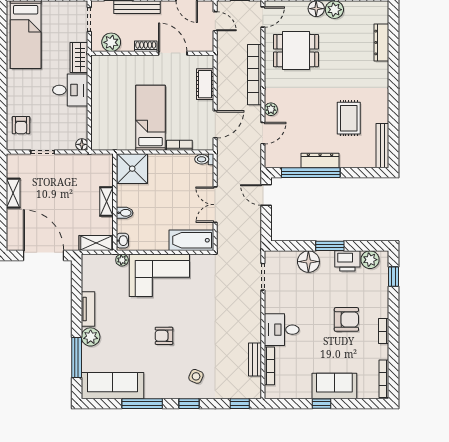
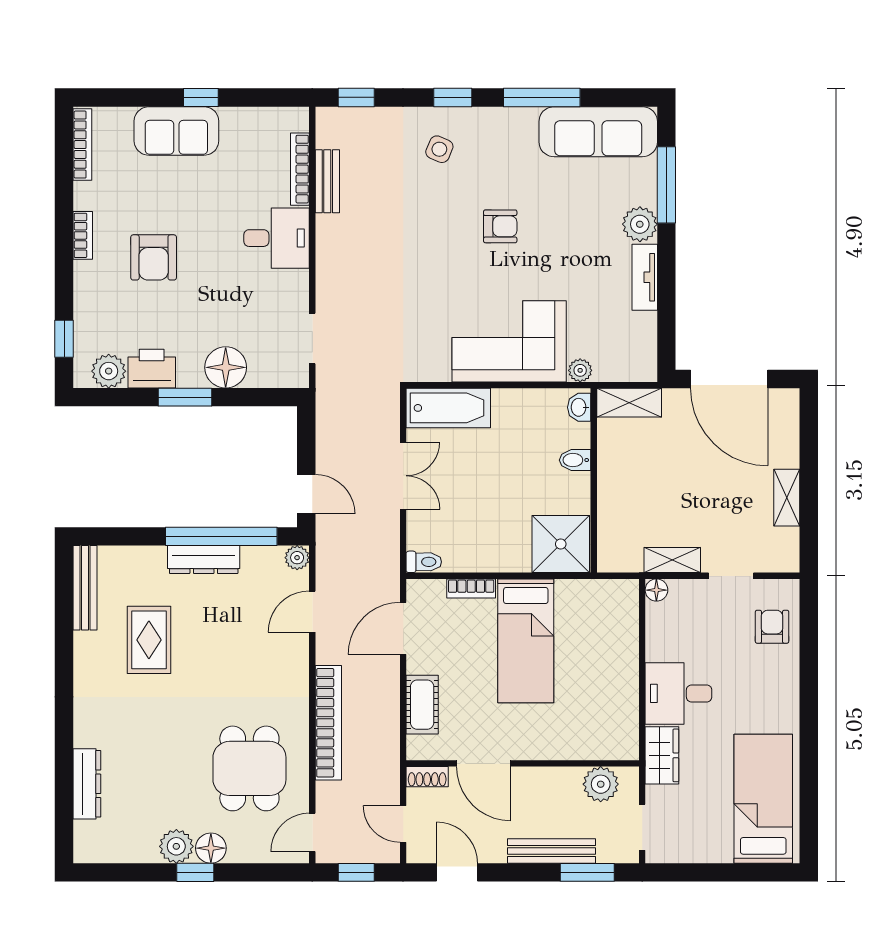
shoe rack: (146, 46) -> (427, 777), moved
dining table: (296, 51) -> (249, 768), turned 90
plant: (271, 109) -> (297, 558), moved
shelving: (107, 202) -> (672, 560), moved, turned 90
armchair: (346, 319) -> (154, 257), turned -90

